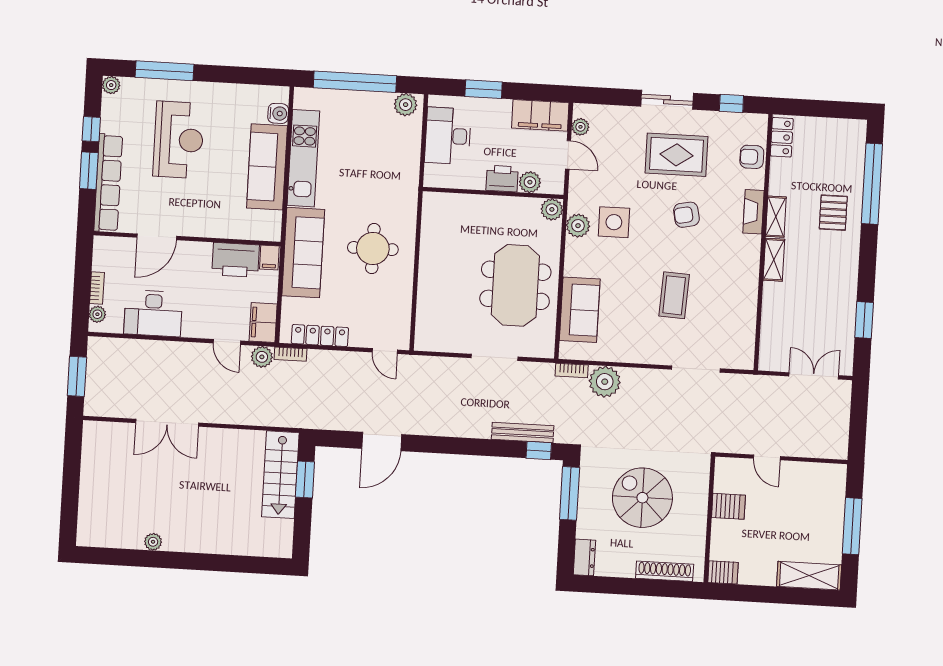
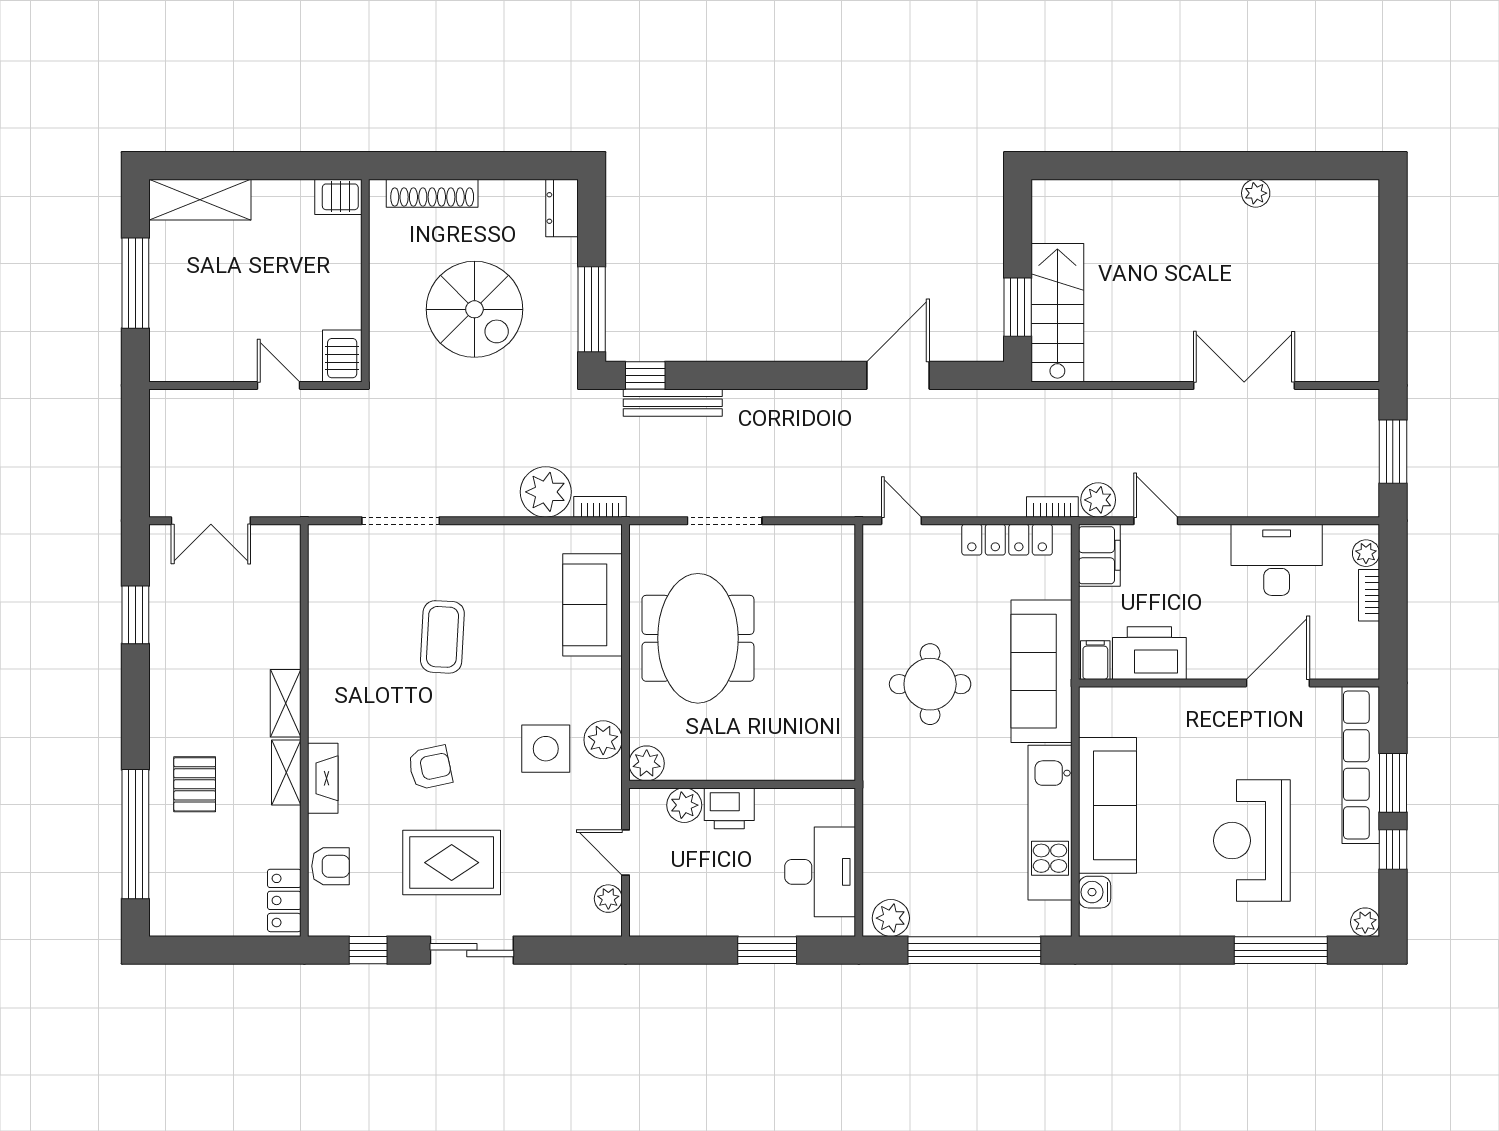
filing cabinet: (540, 115) -> (674, 913), removed
server rack: (728, 506) -> (342, 356), moved, turned 90

